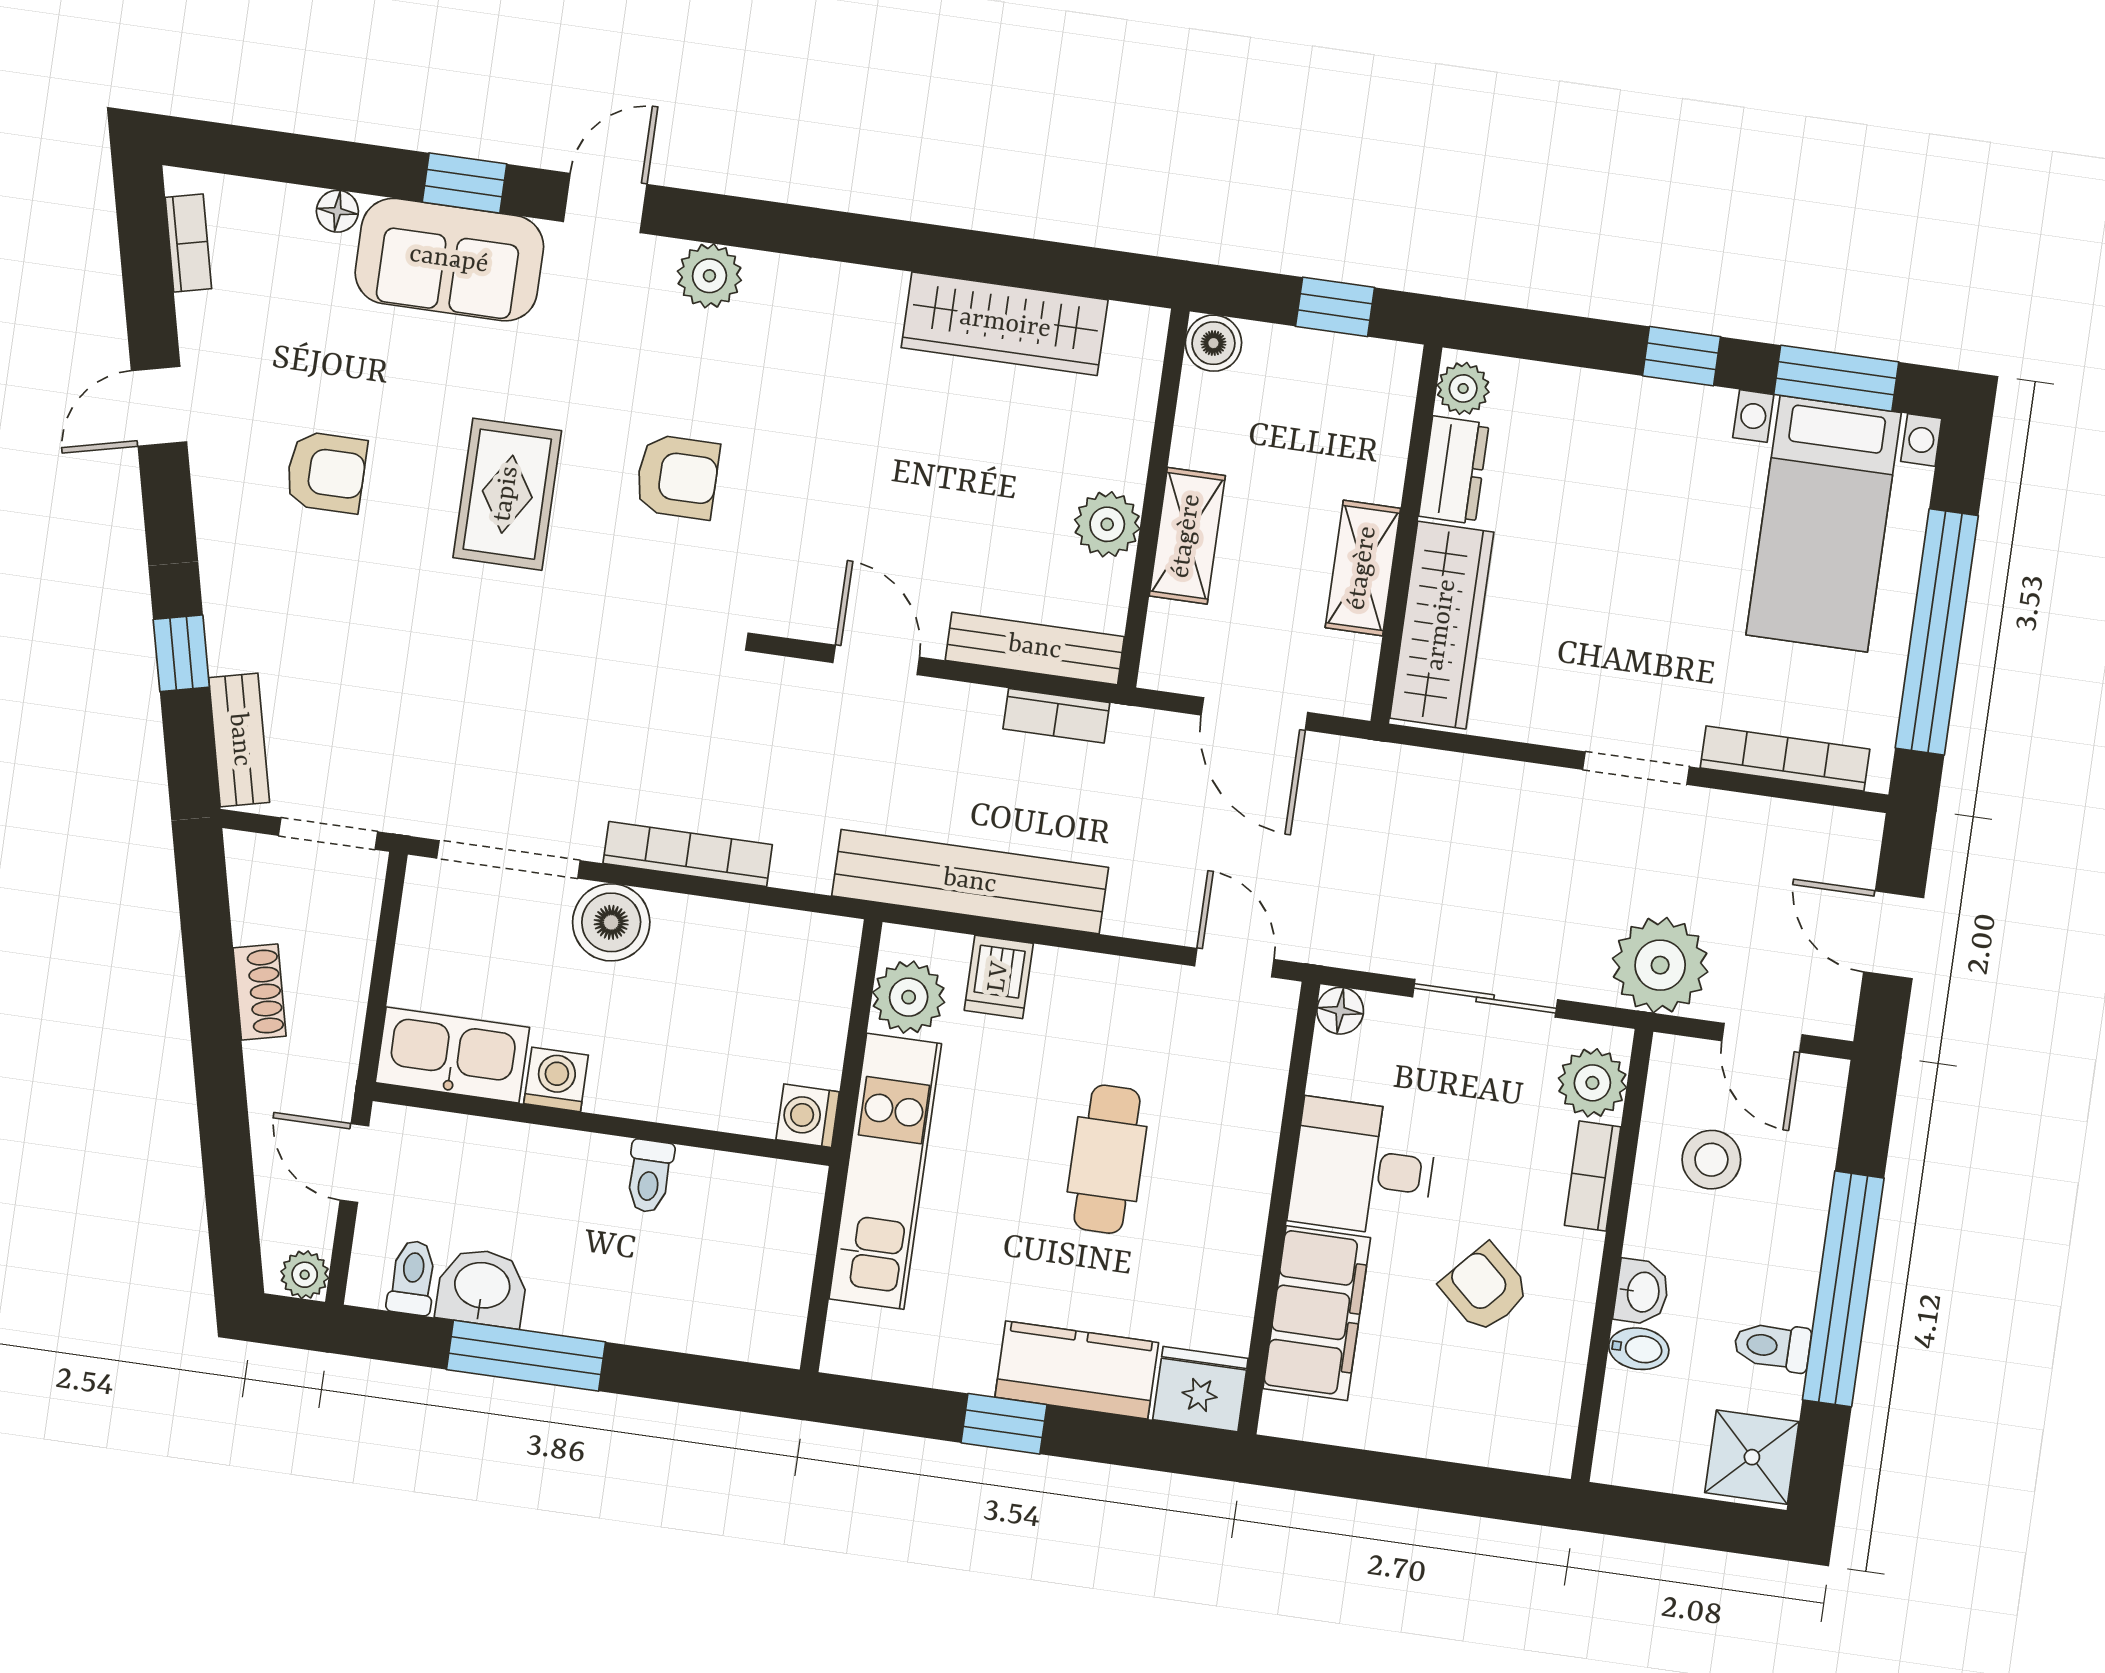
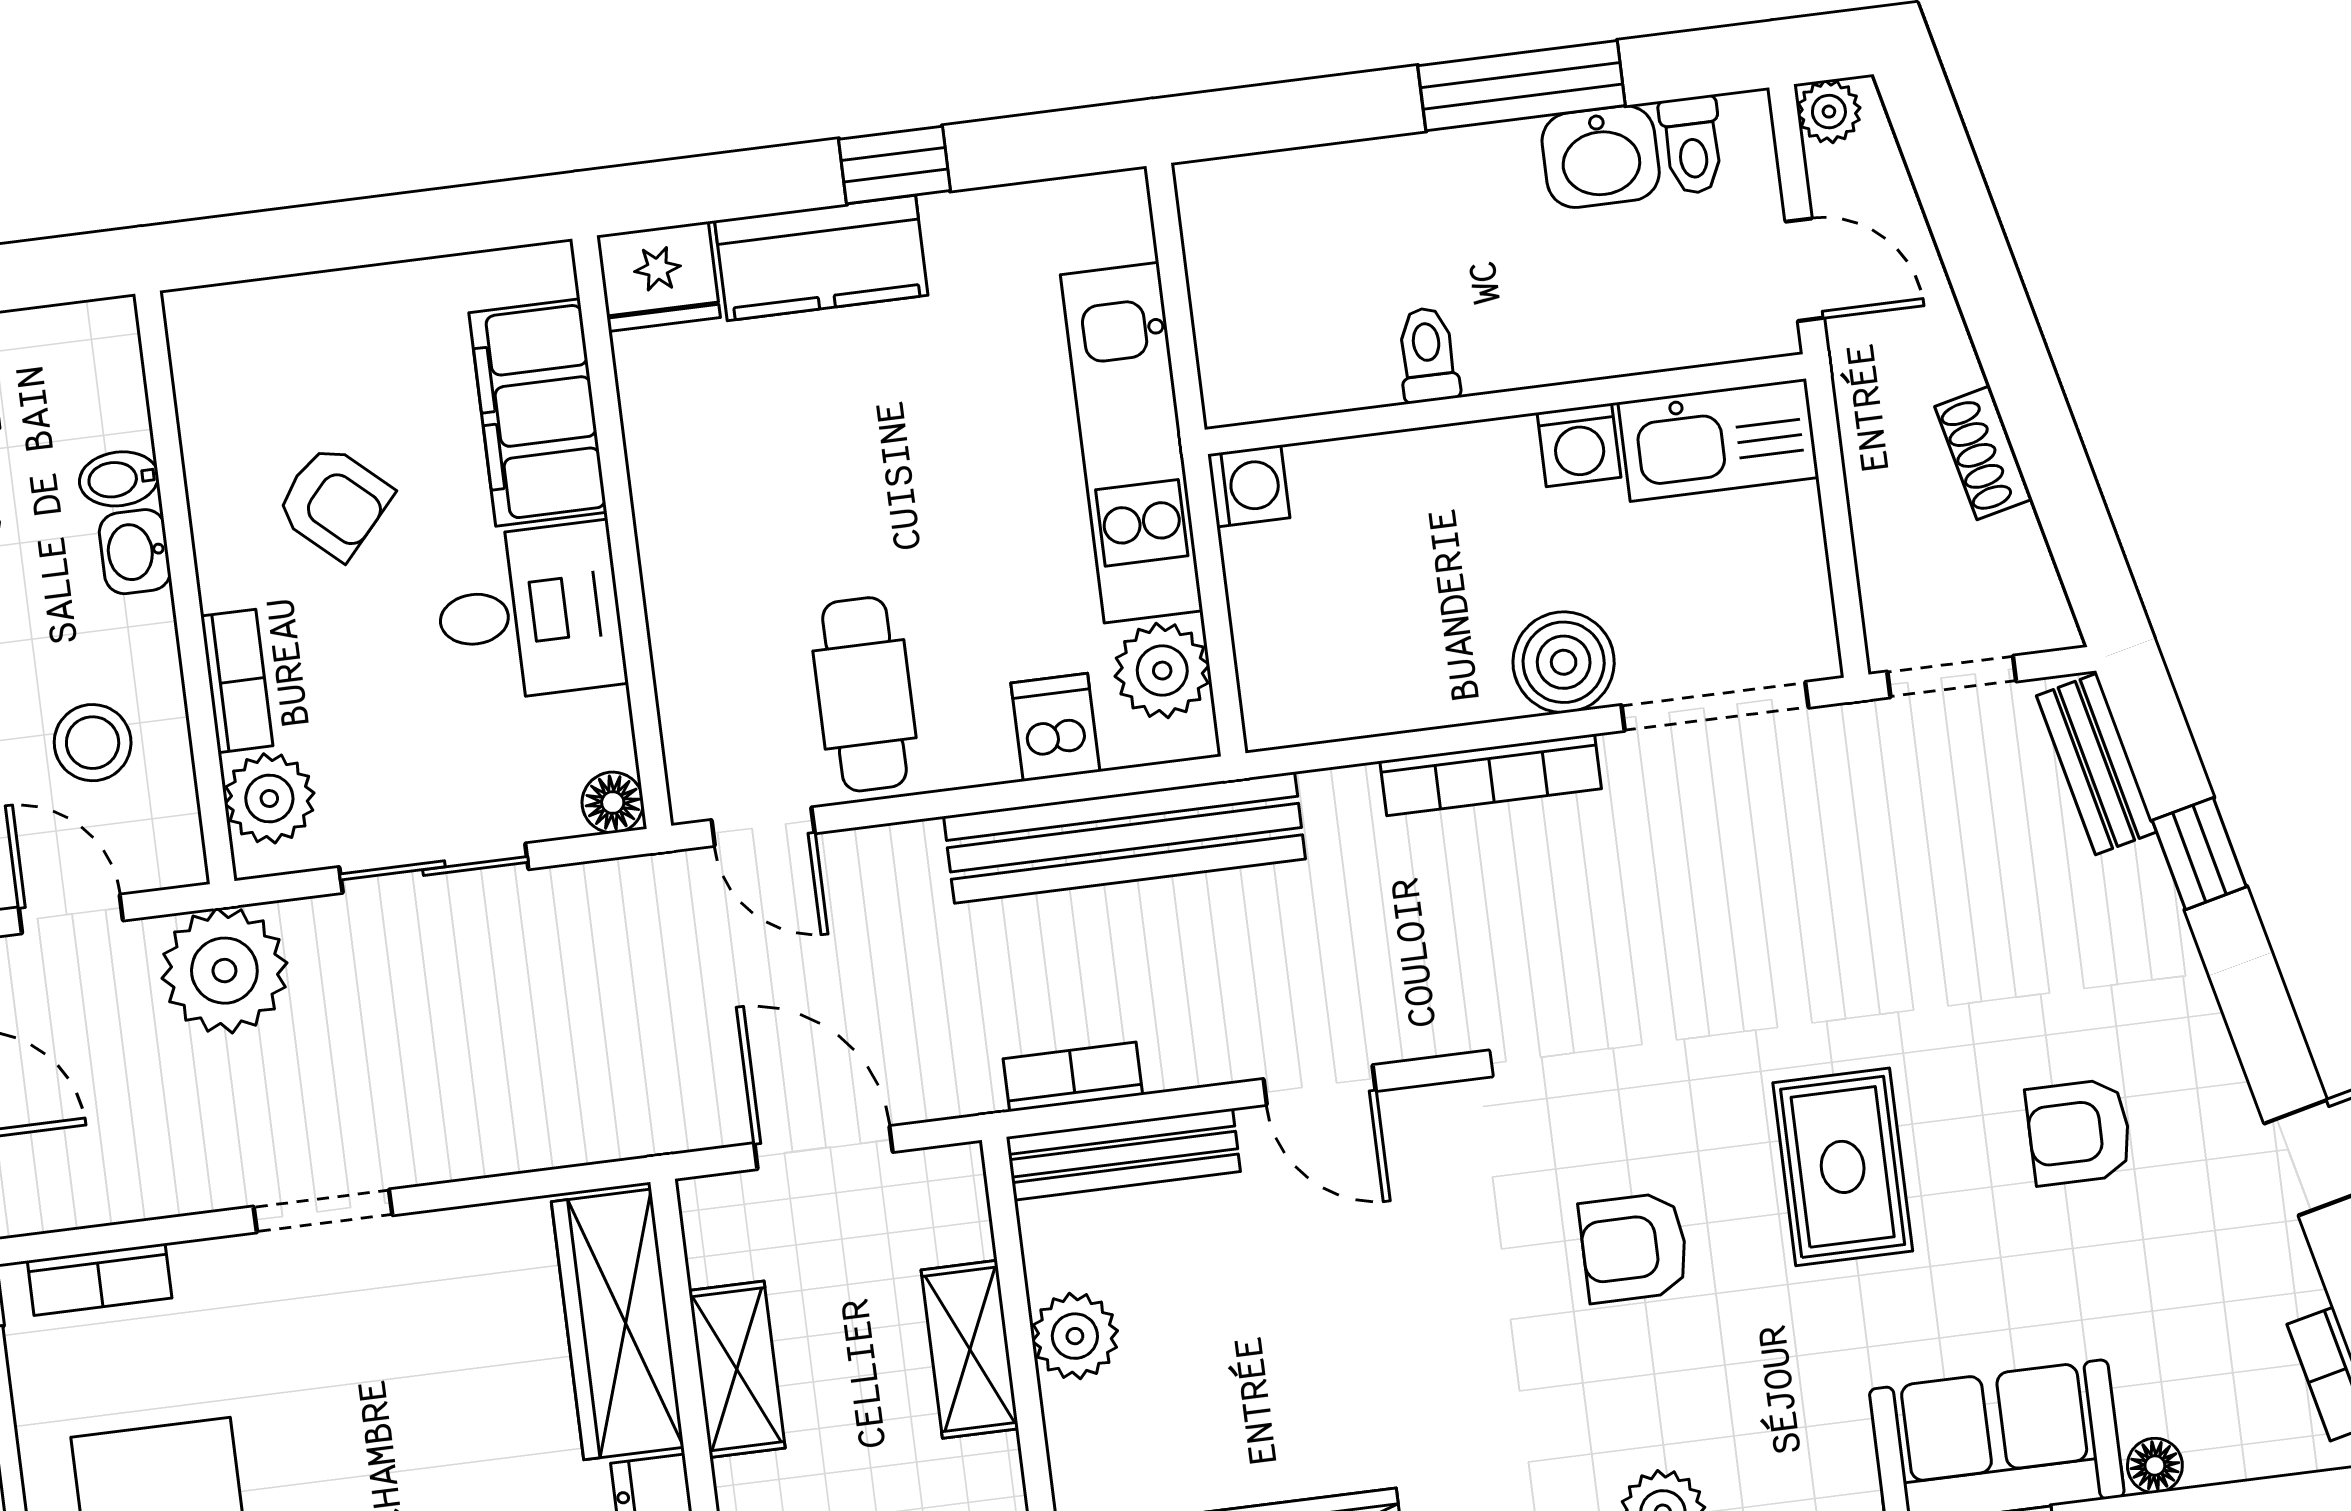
bookcase: (1785, 758) -> (100, 1279), width x0.64
cafe table: (1107, 1159) -> (865, 694), moved

